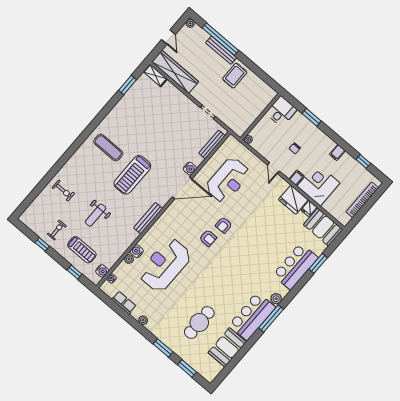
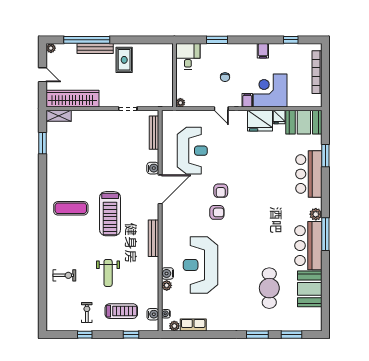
plant: (143, 320) -> (174, 326), moved

